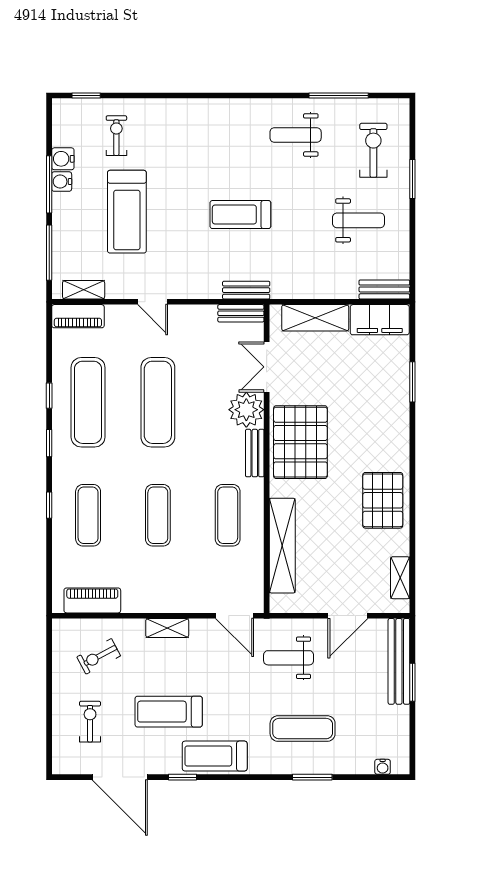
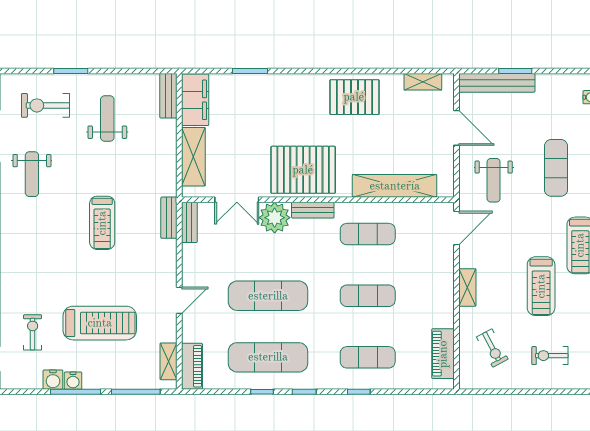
exercise bike: (116, 136) -> (33, 332), turned 90

